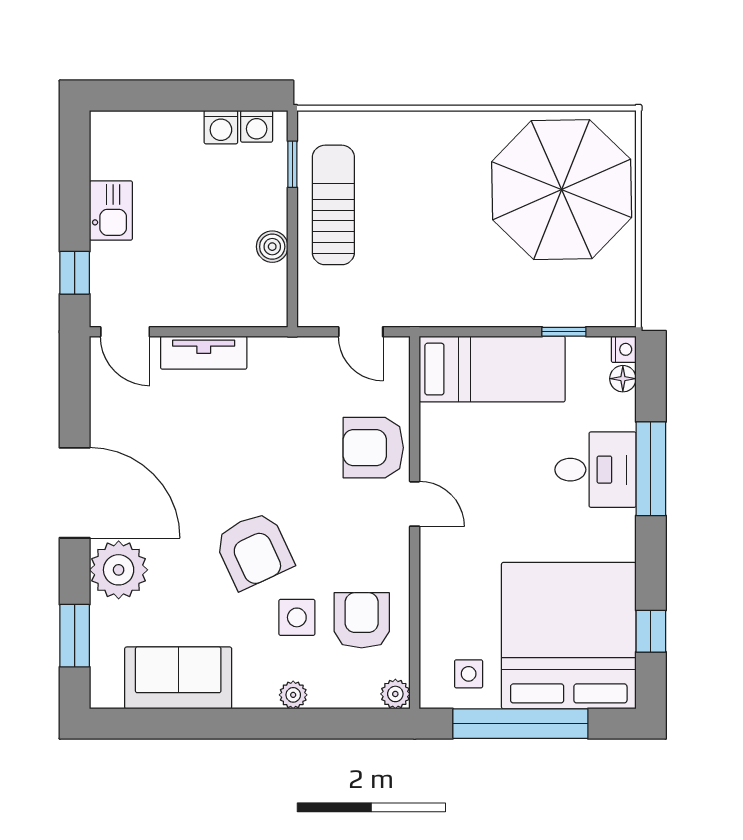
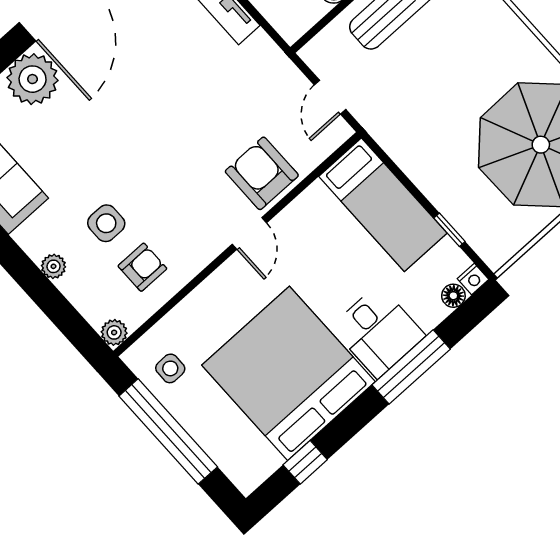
armchair: (254, 550) -> (125, 156), removed
armchair: (362, 620) -> (142, 267), width x0.72, depth x0.72
bed: (569, 636) -> (288, 373), moved, turned -90

